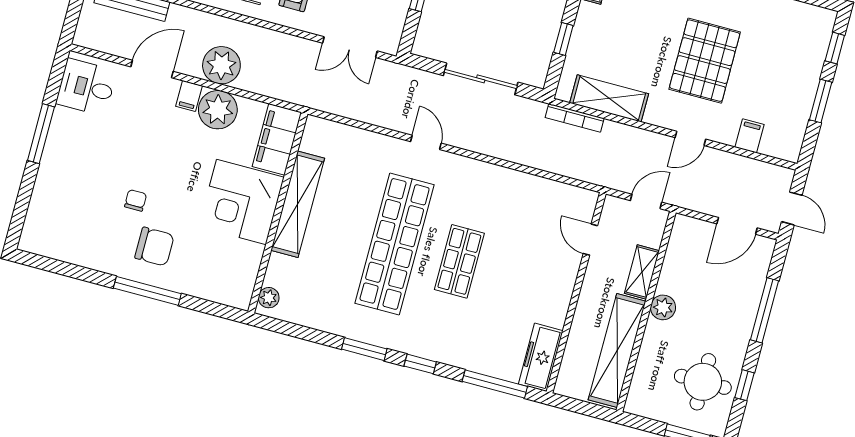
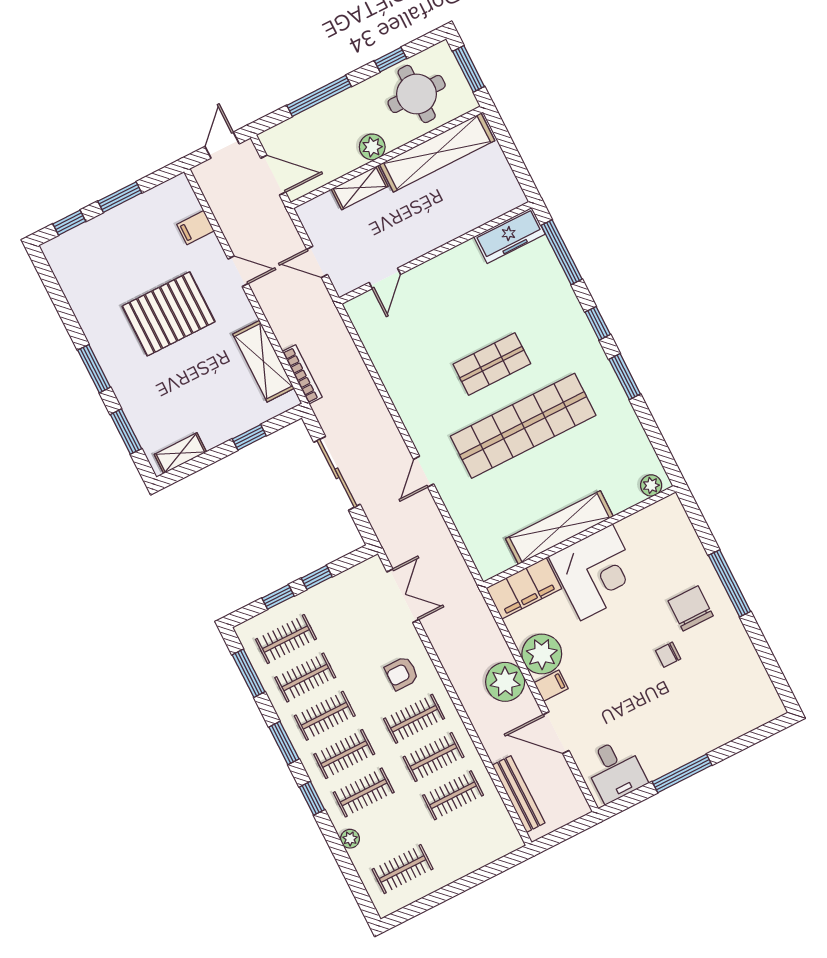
shelving: (642, 272) -> (360, 188), moved
plant: (663, 307) -> (372, 147), moved
wall: (646, 311) -> (387, 157), moved
shelving: (617, 351) -> (437, 153), moved

